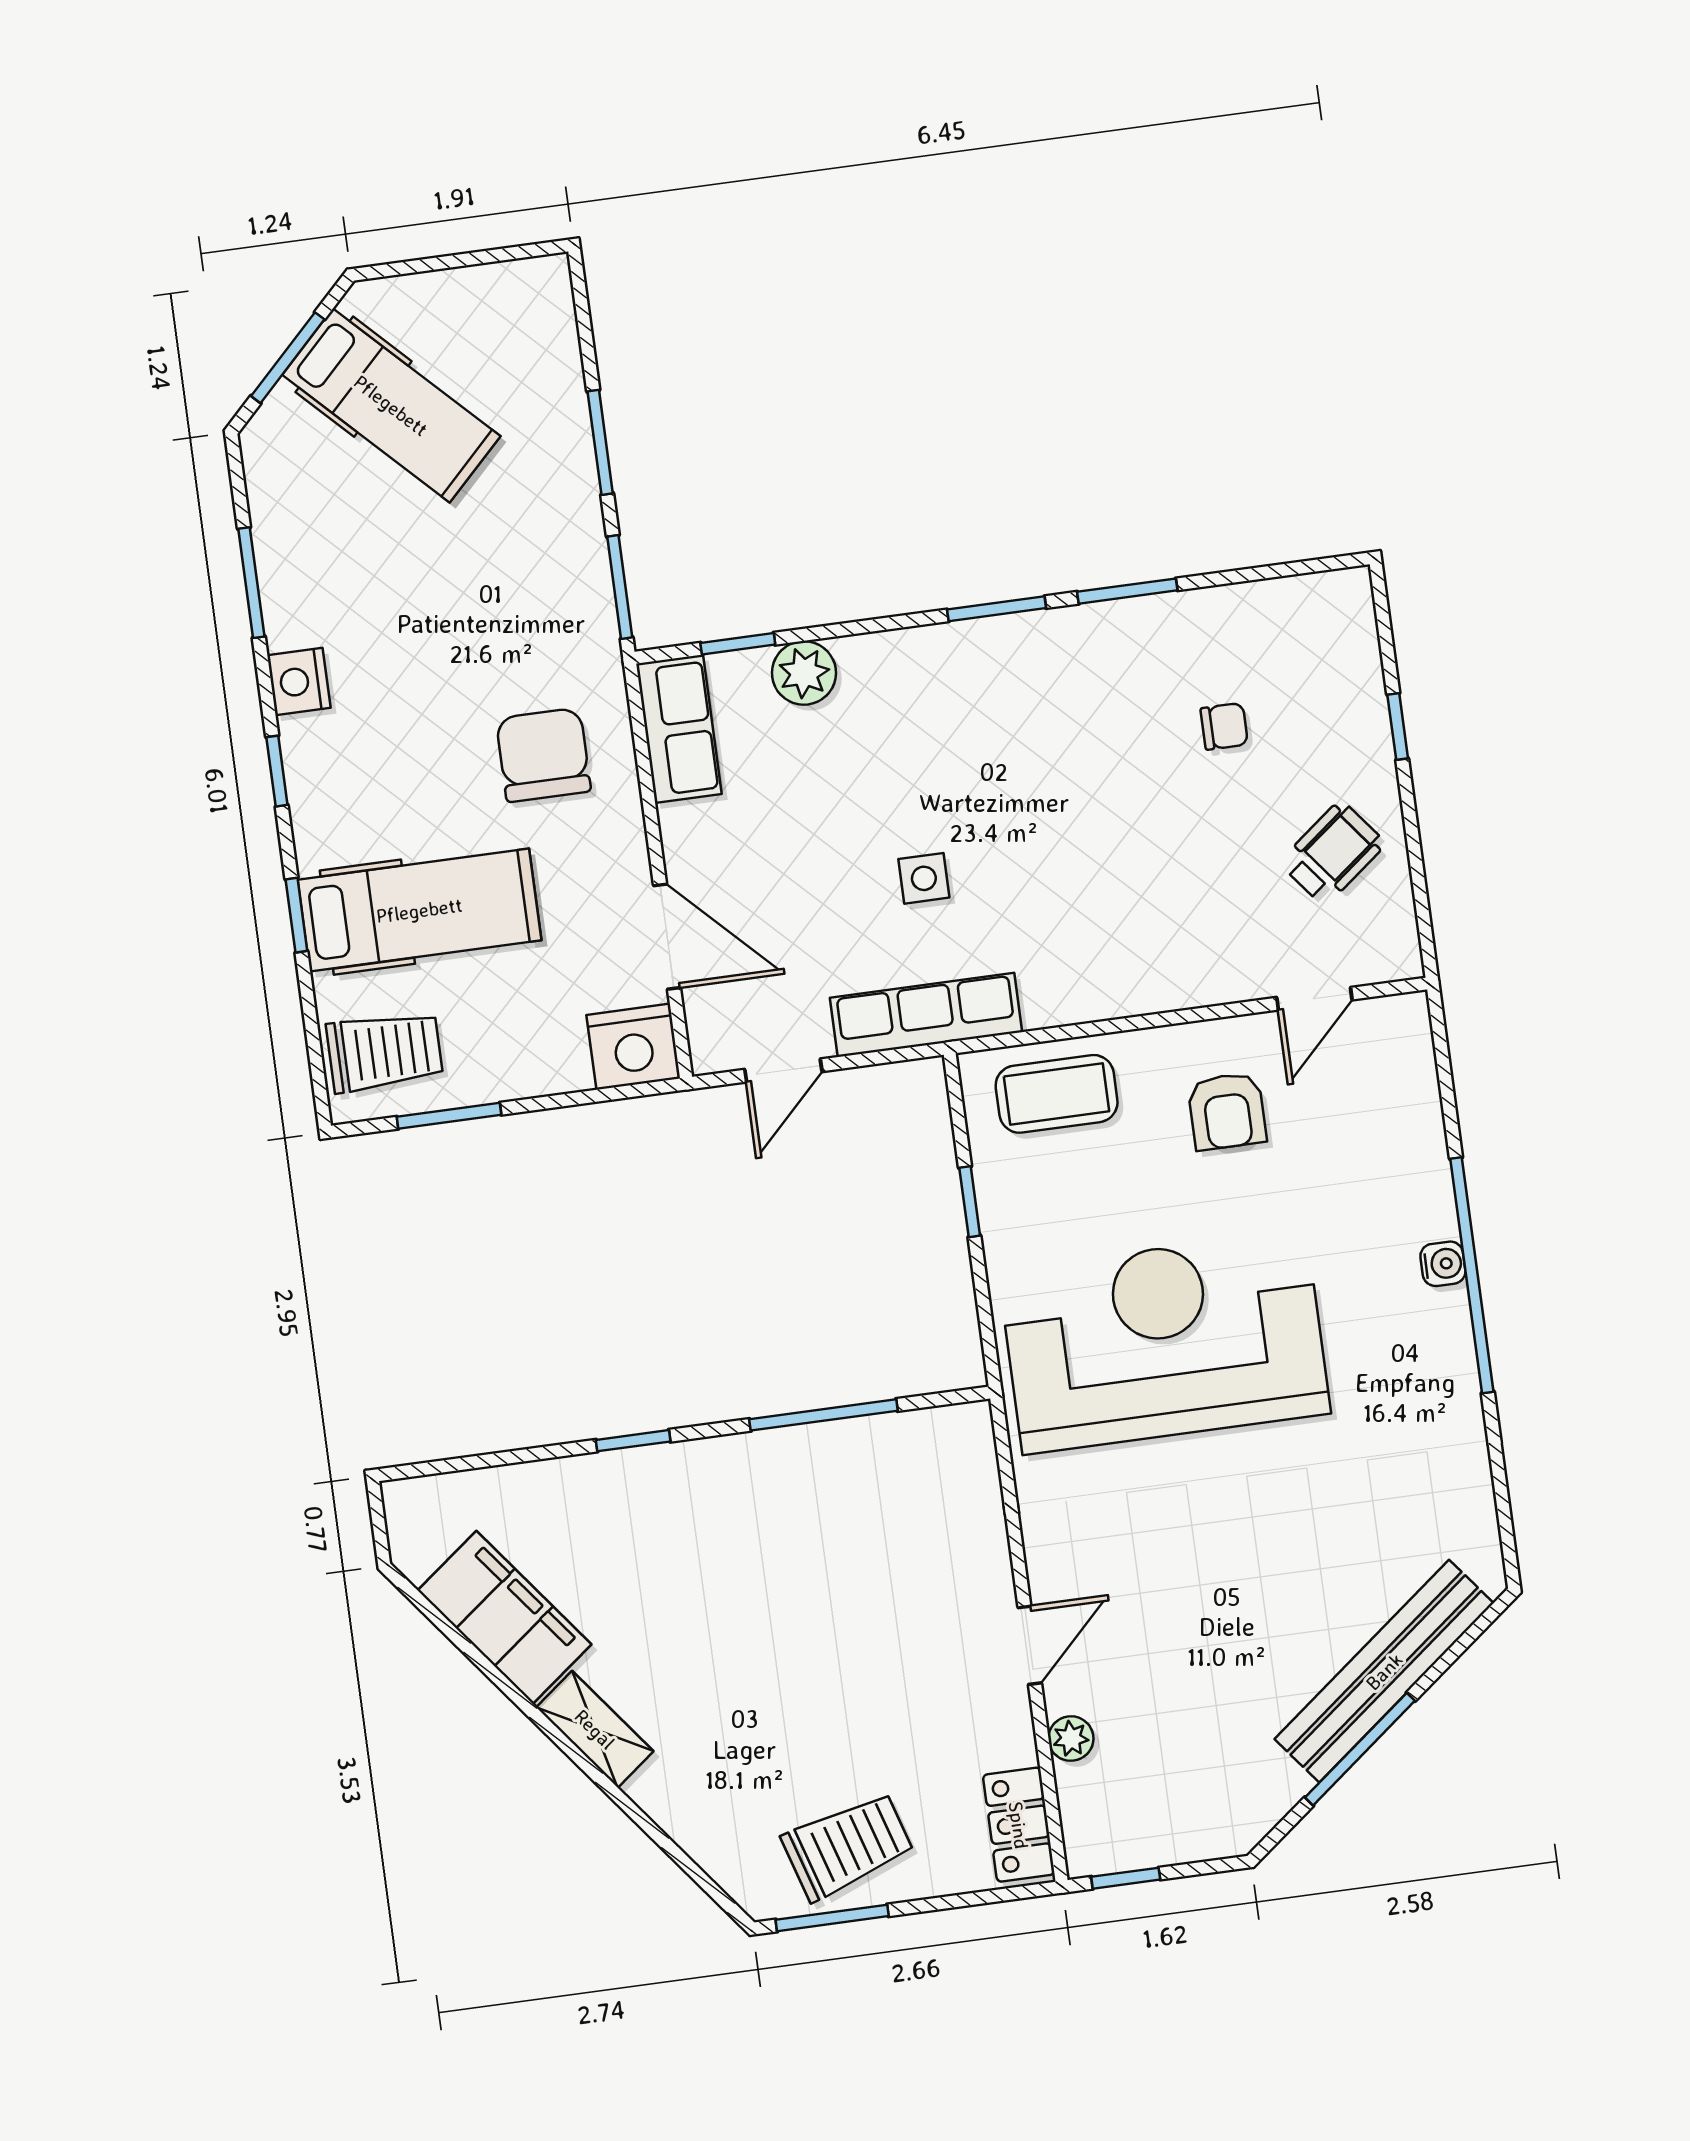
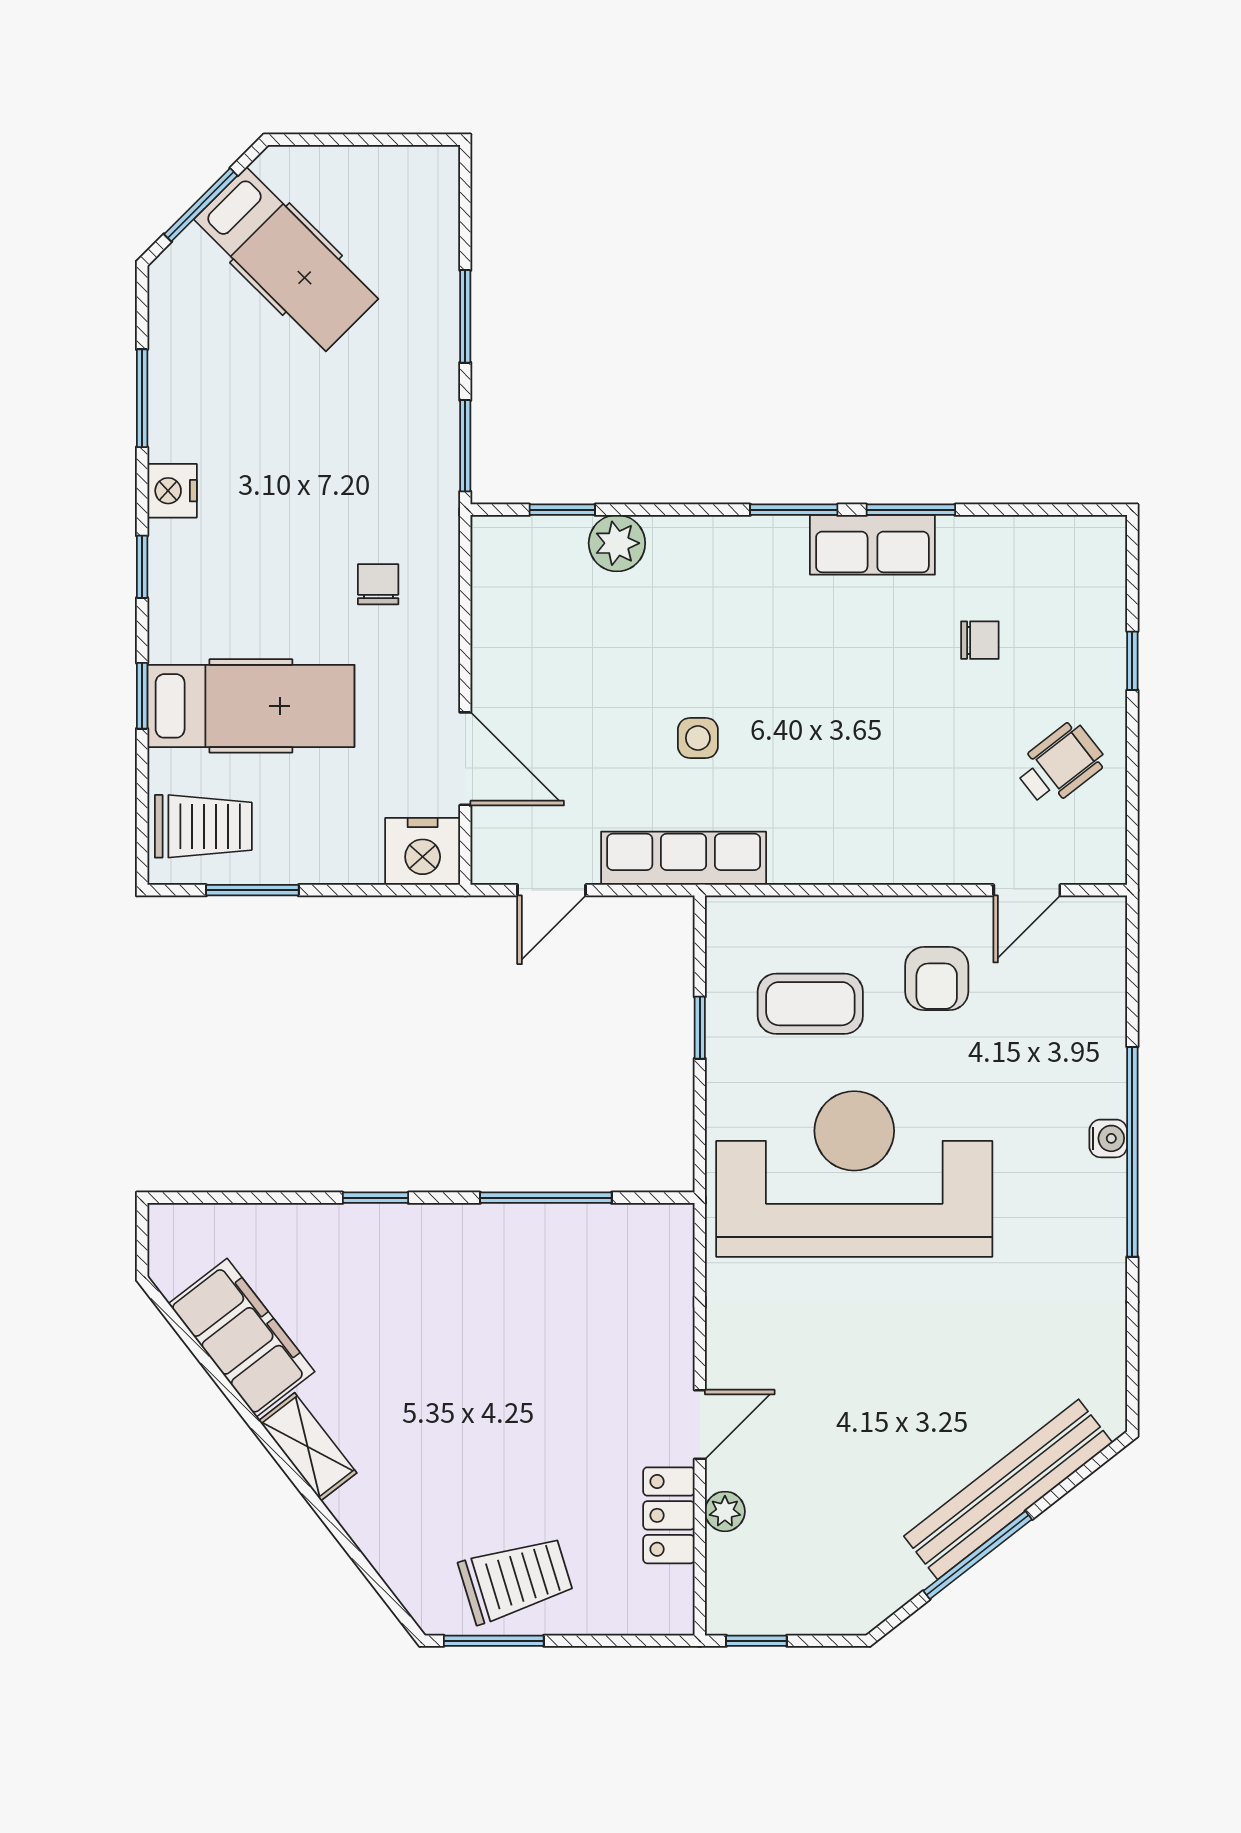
row of seats: (679, 729) -> (872, 545), moved, turned 90
chair: (543, 755) -> (378, 584), width x0.54, depth x0.54
coffee table: (1057, 1094) -> (810, 1004), moved
locker: (1019, 1825) -> (669, 1515), moved

